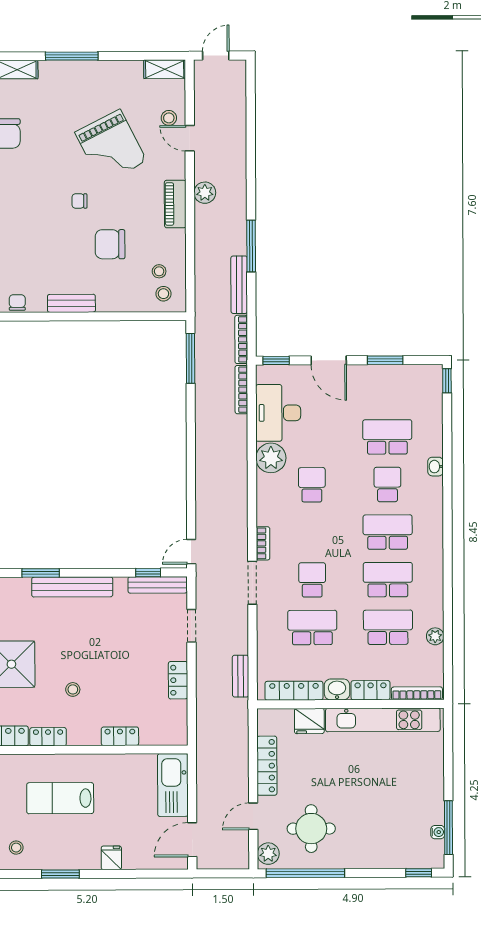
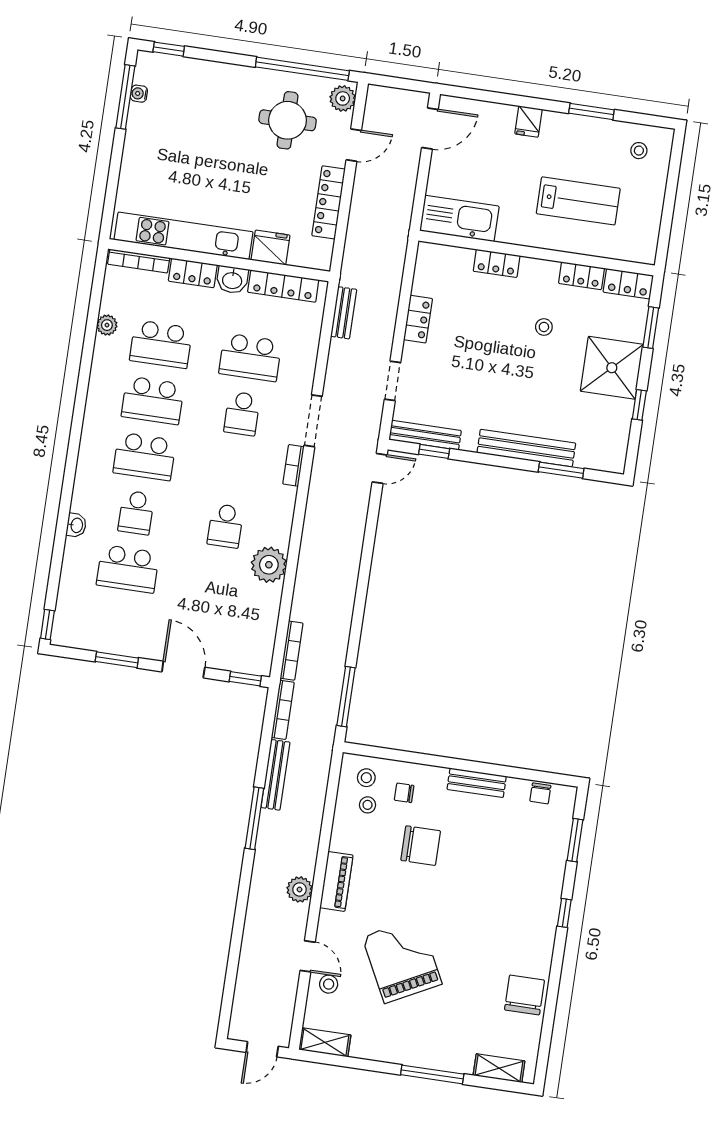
chair: (79, 201) -> (404, 793), moved, turned 180
desk: (278, 413) -> (252, 617), removed
kitchen sink: (173, 785) -> (459, 219), moved, turned -90

